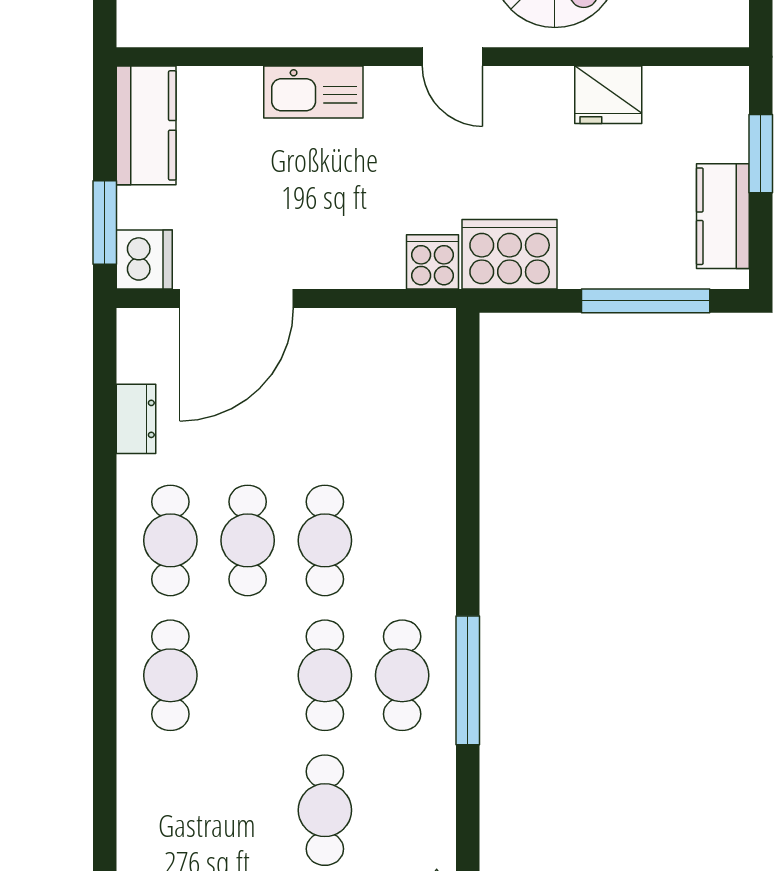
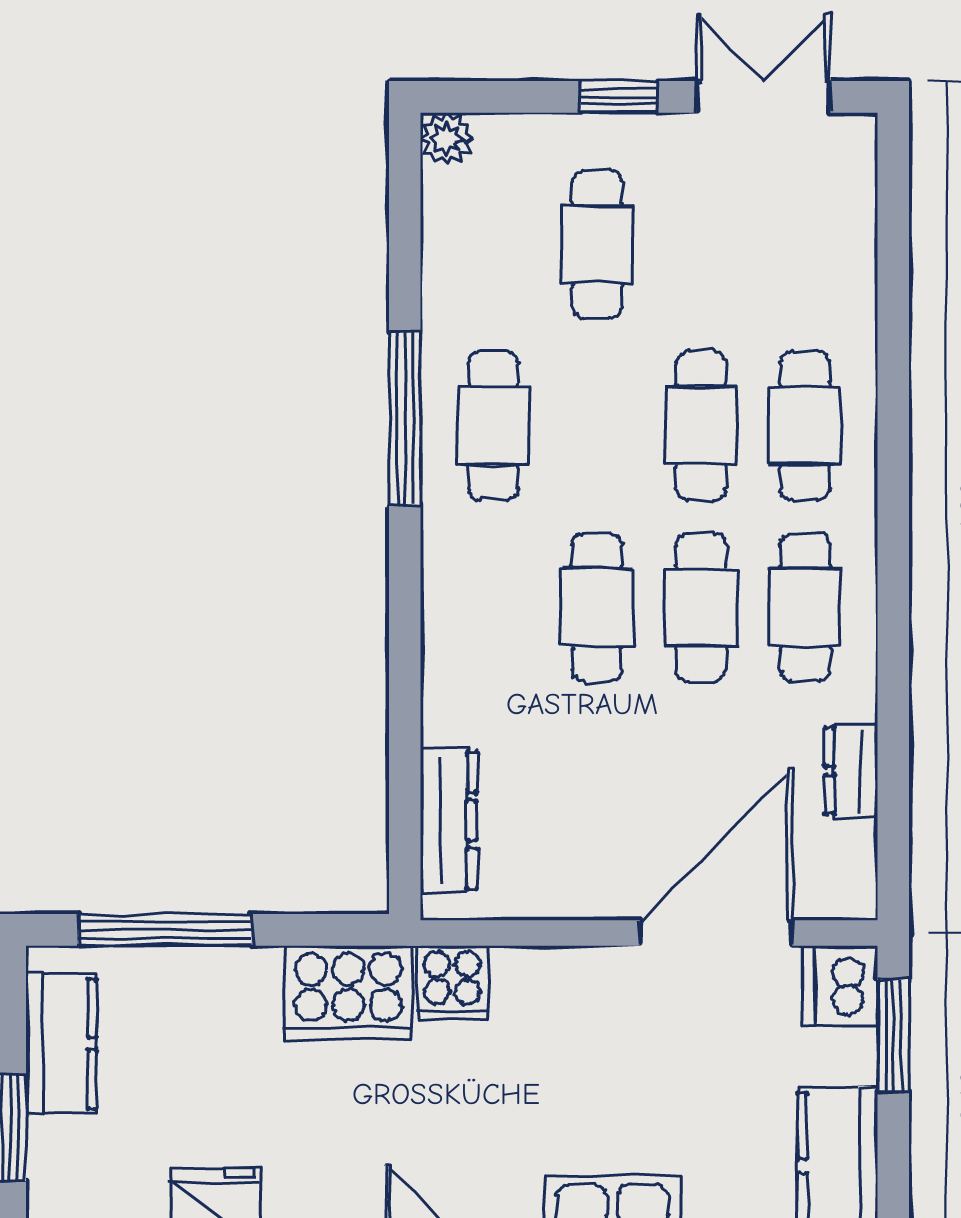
dresser: (435, 382) -> (449, 820), added
cafe table: (325, 675) -> (701, 426), moved

